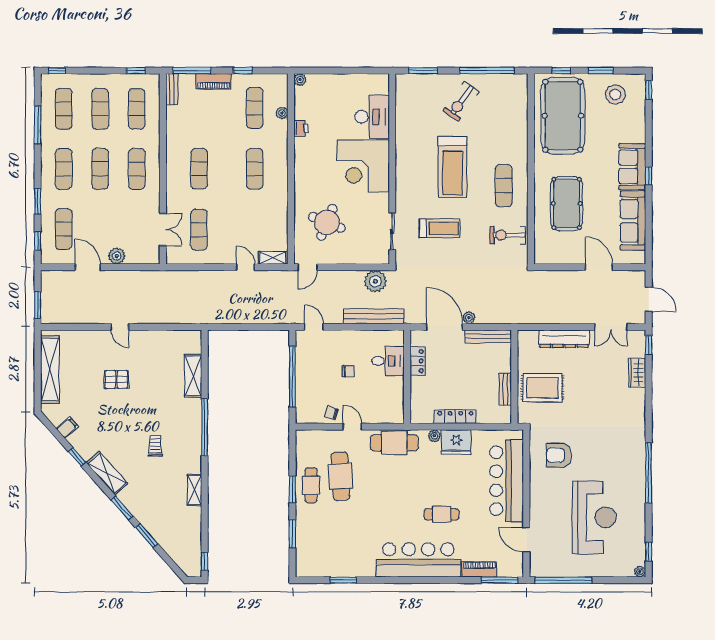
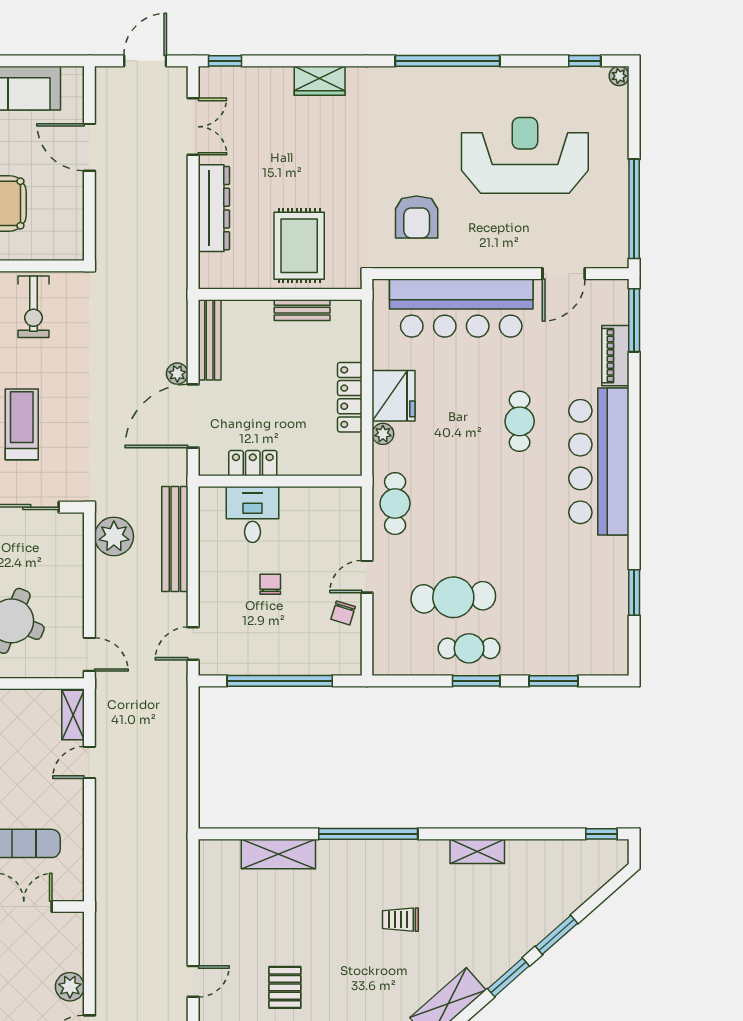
door: (599, 267) -> (89, 147), hinge flipped
wardrobe: (637, 373) -> (320, 81), moved
cafe table: (394, 443) -> (395, 504), width x0.73, depth x0.74

